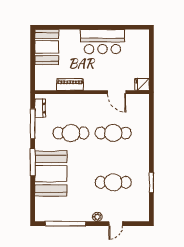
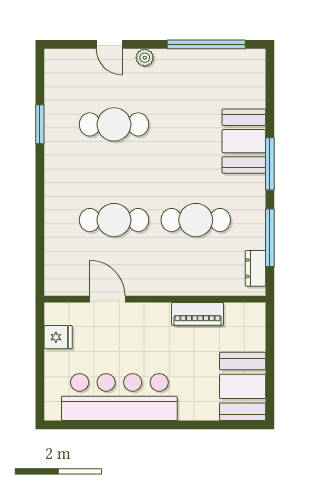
bar counter: (102, 42) -> (119, 397), width x1.36
fridge: (142, 84) -> (58, 337), moved
booth: (51, 174) -> (244, 141), width x0.73, depth x0.70
door: (116, 224) -> (109, 44), swing flipped

